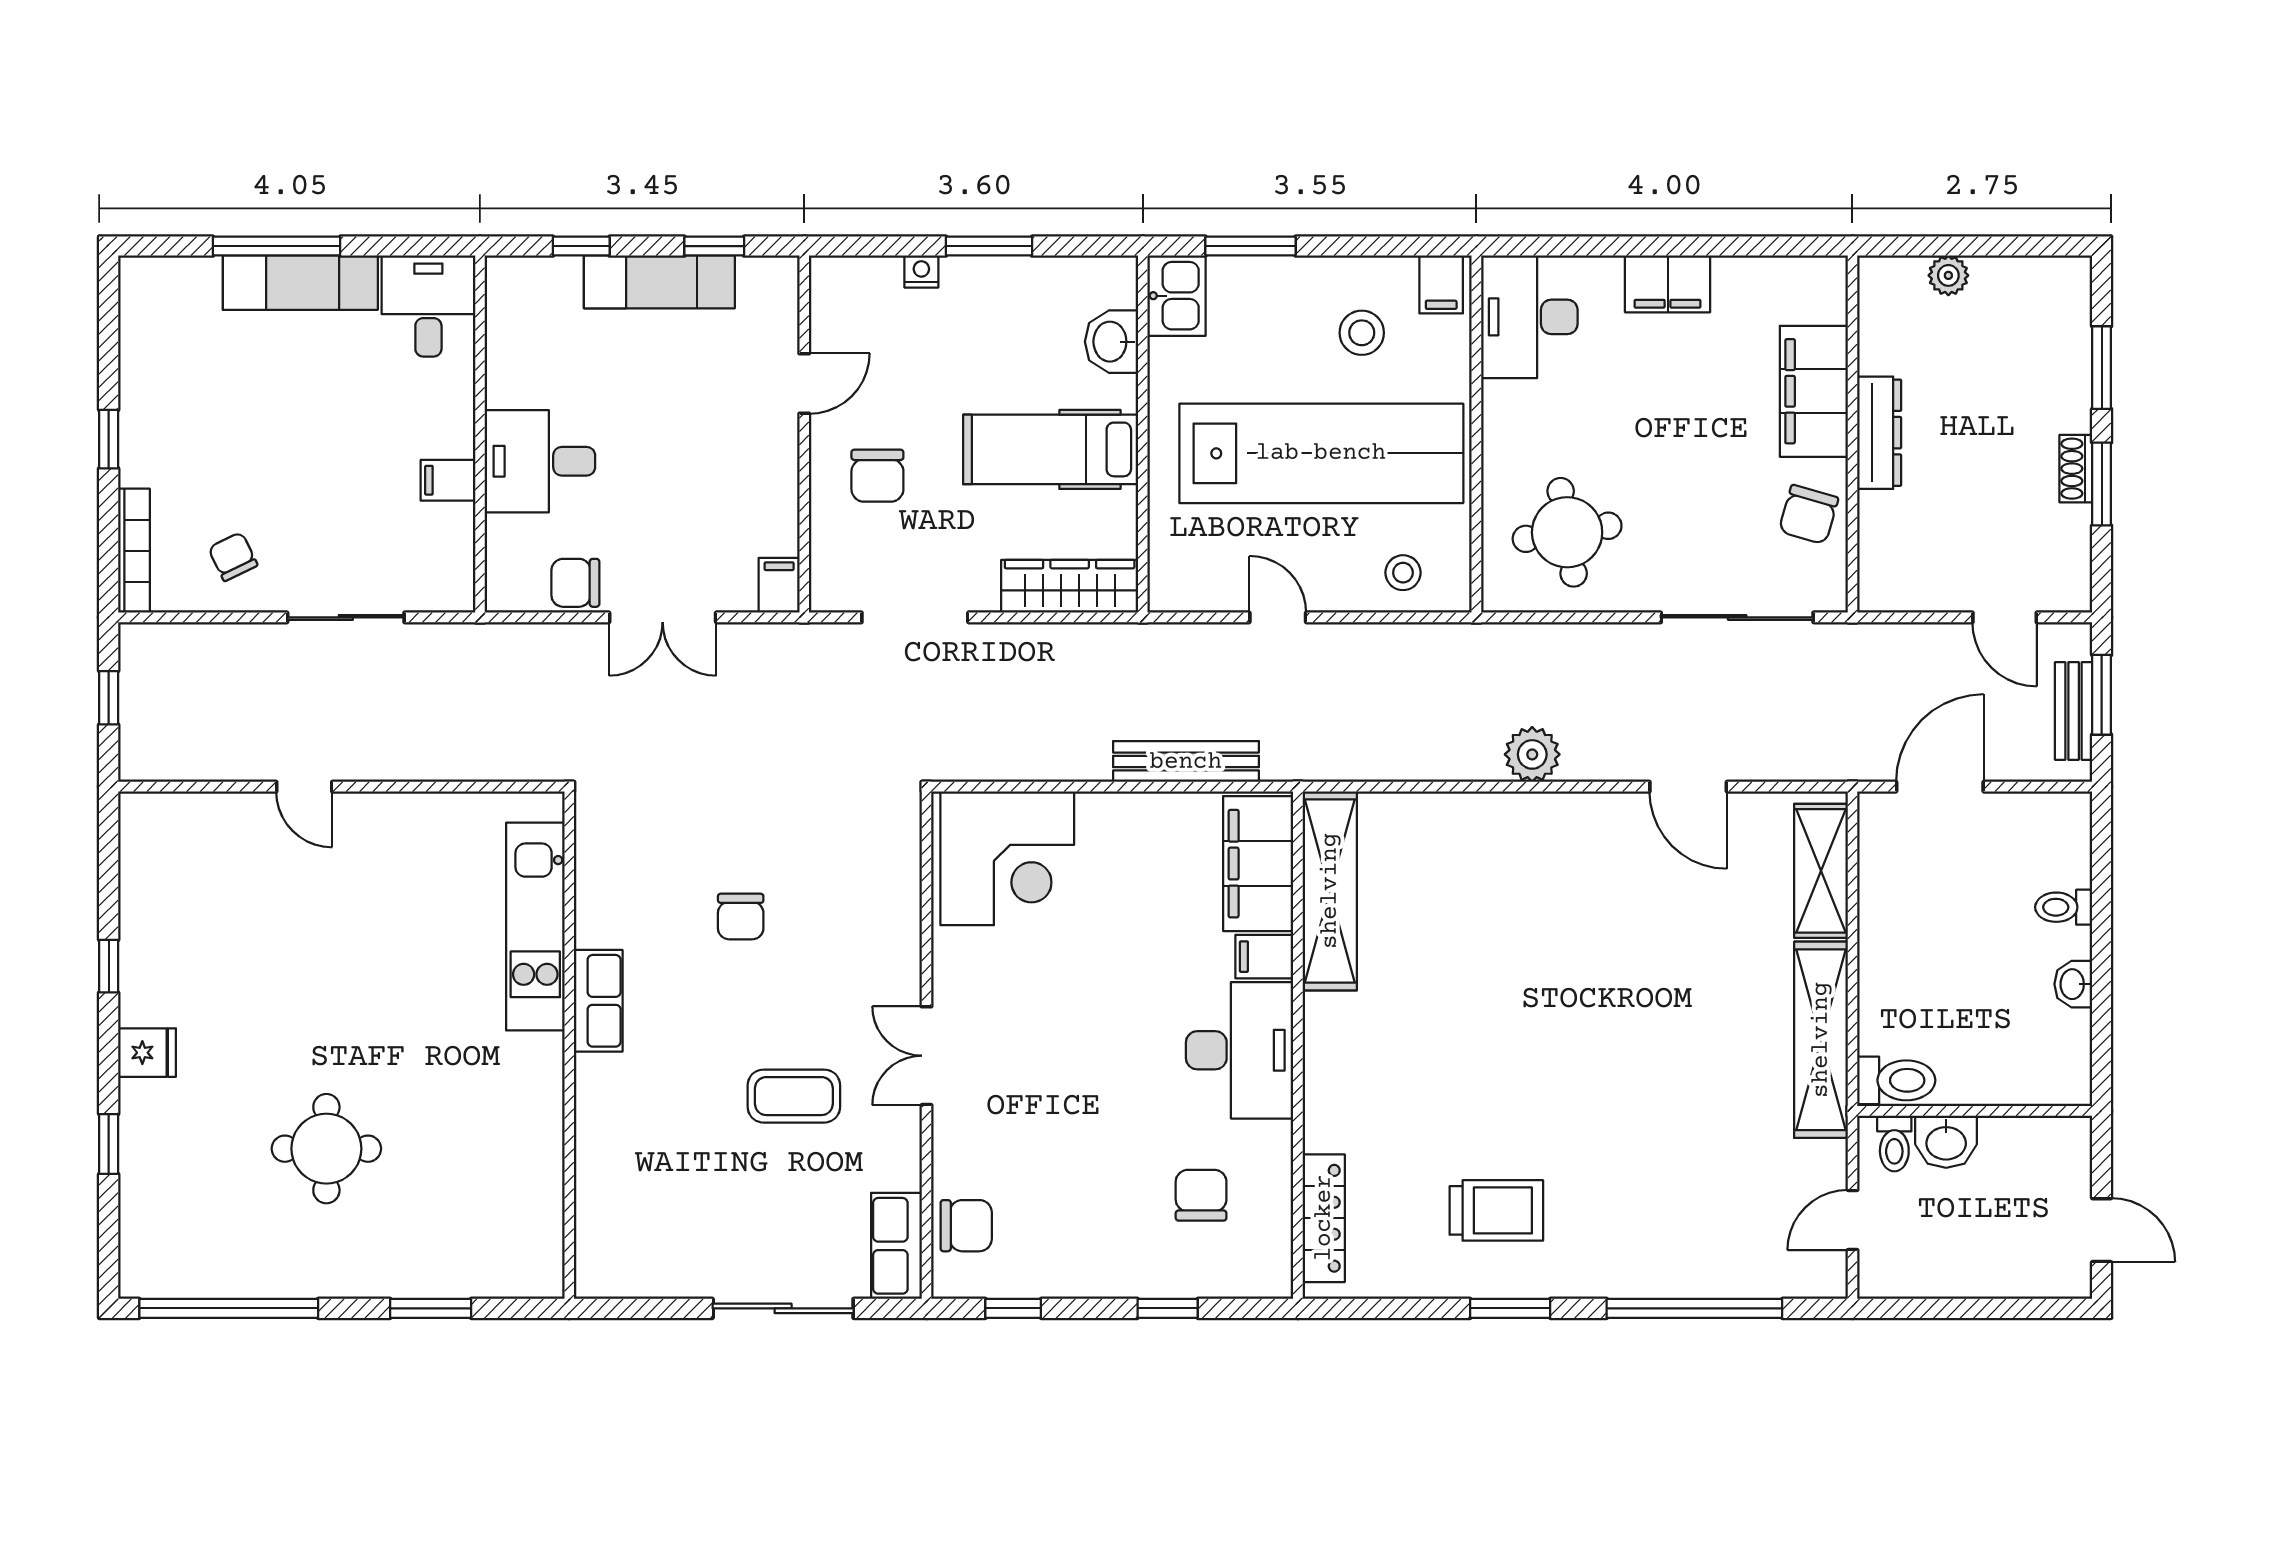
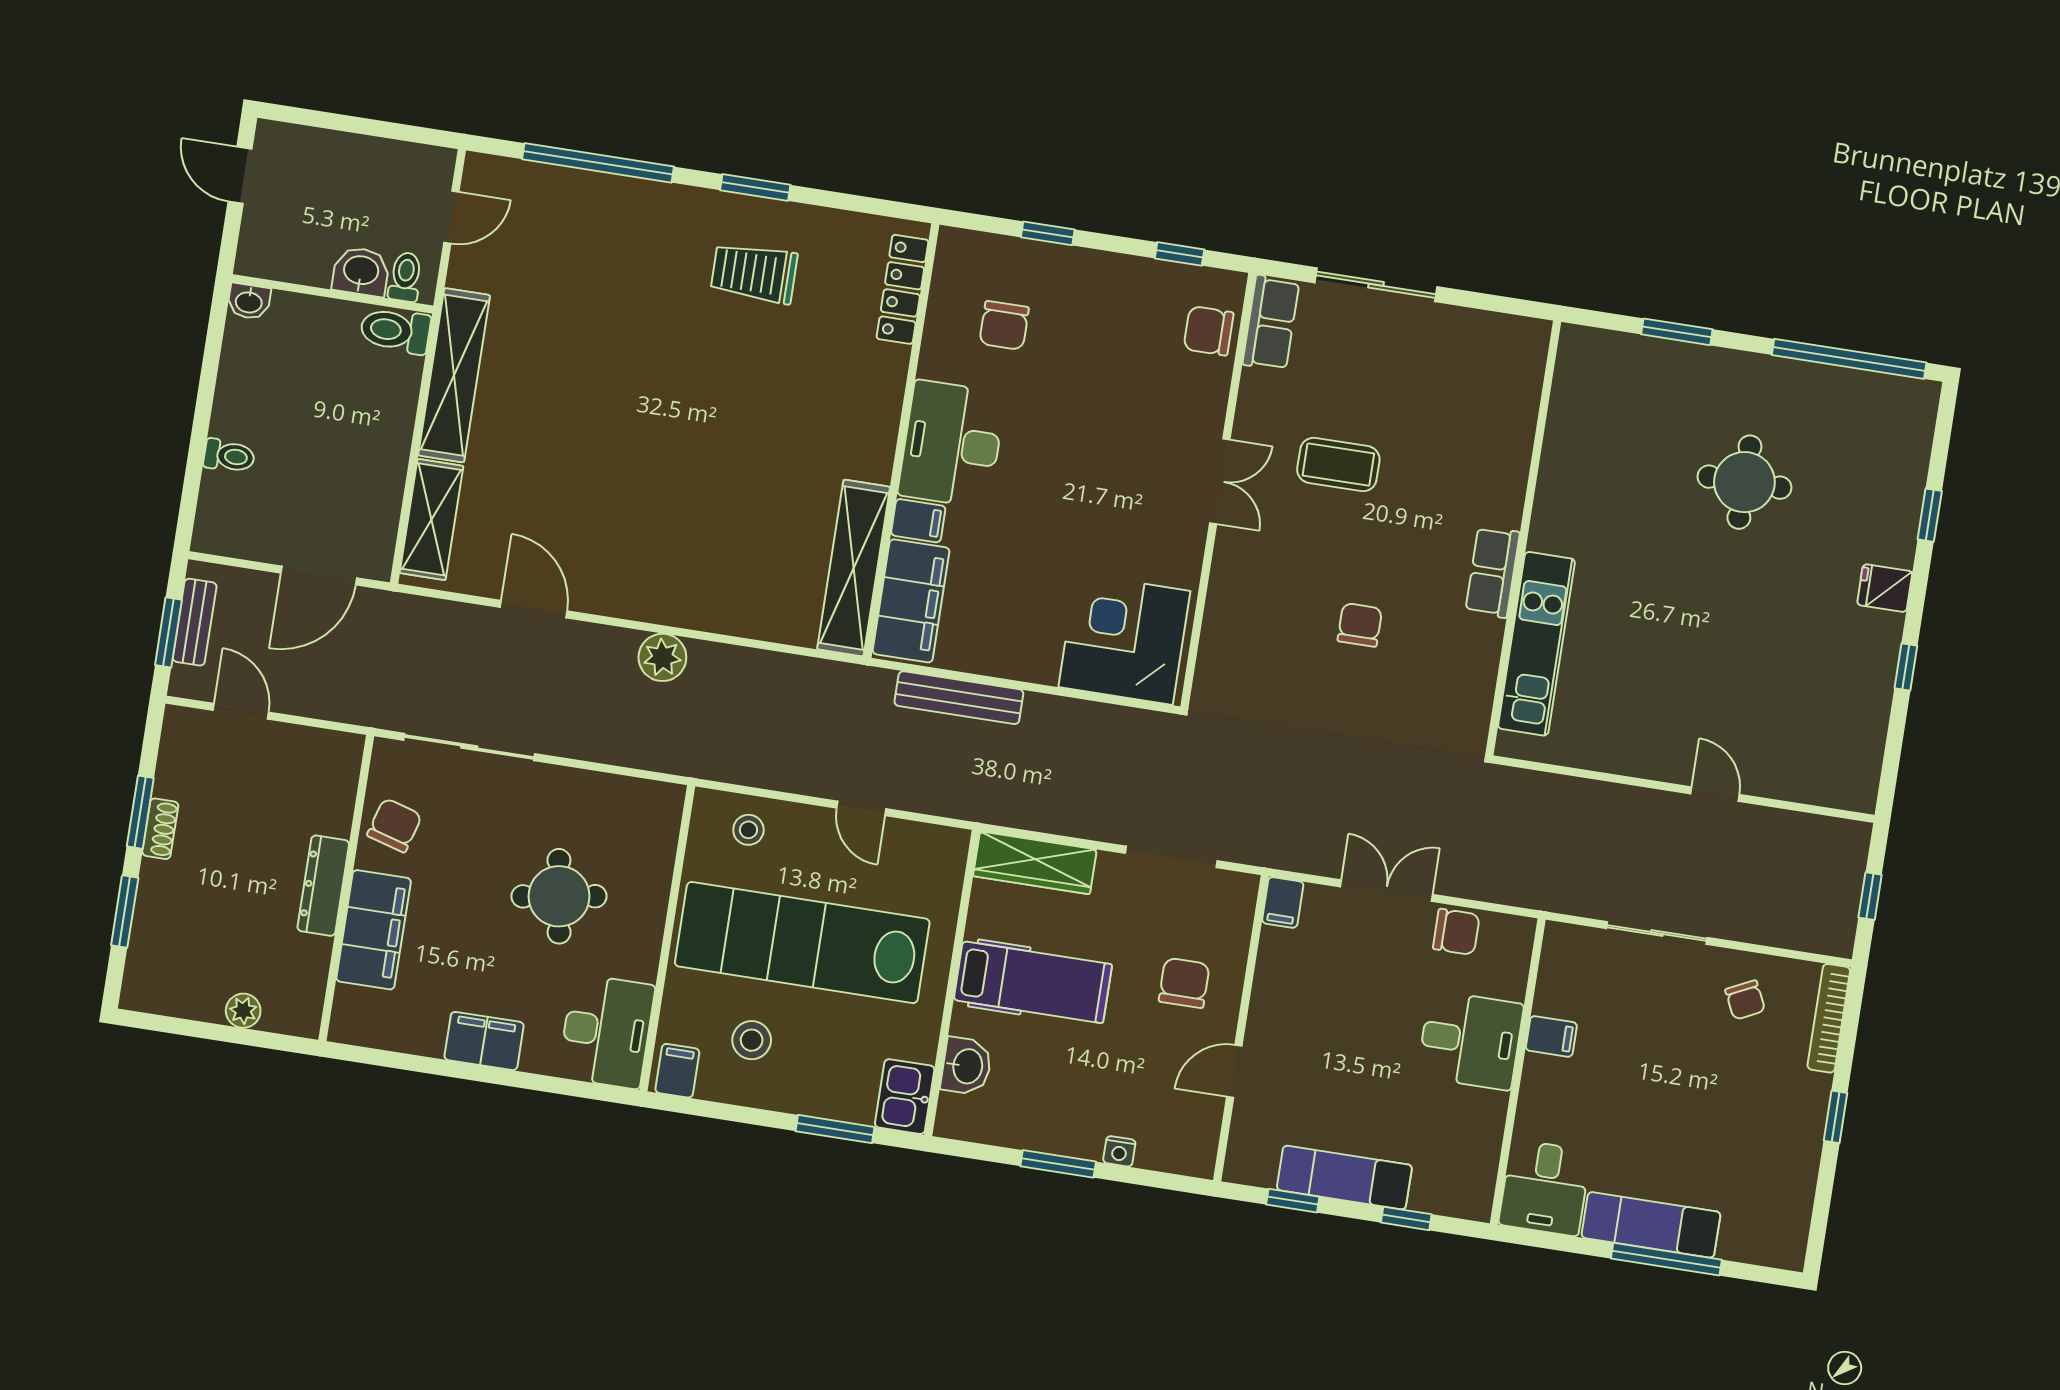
round table: (1567, 532) -> (559, 896), moved
washbasin: (2073, 984) -> (249, 301), moved, turned 90

